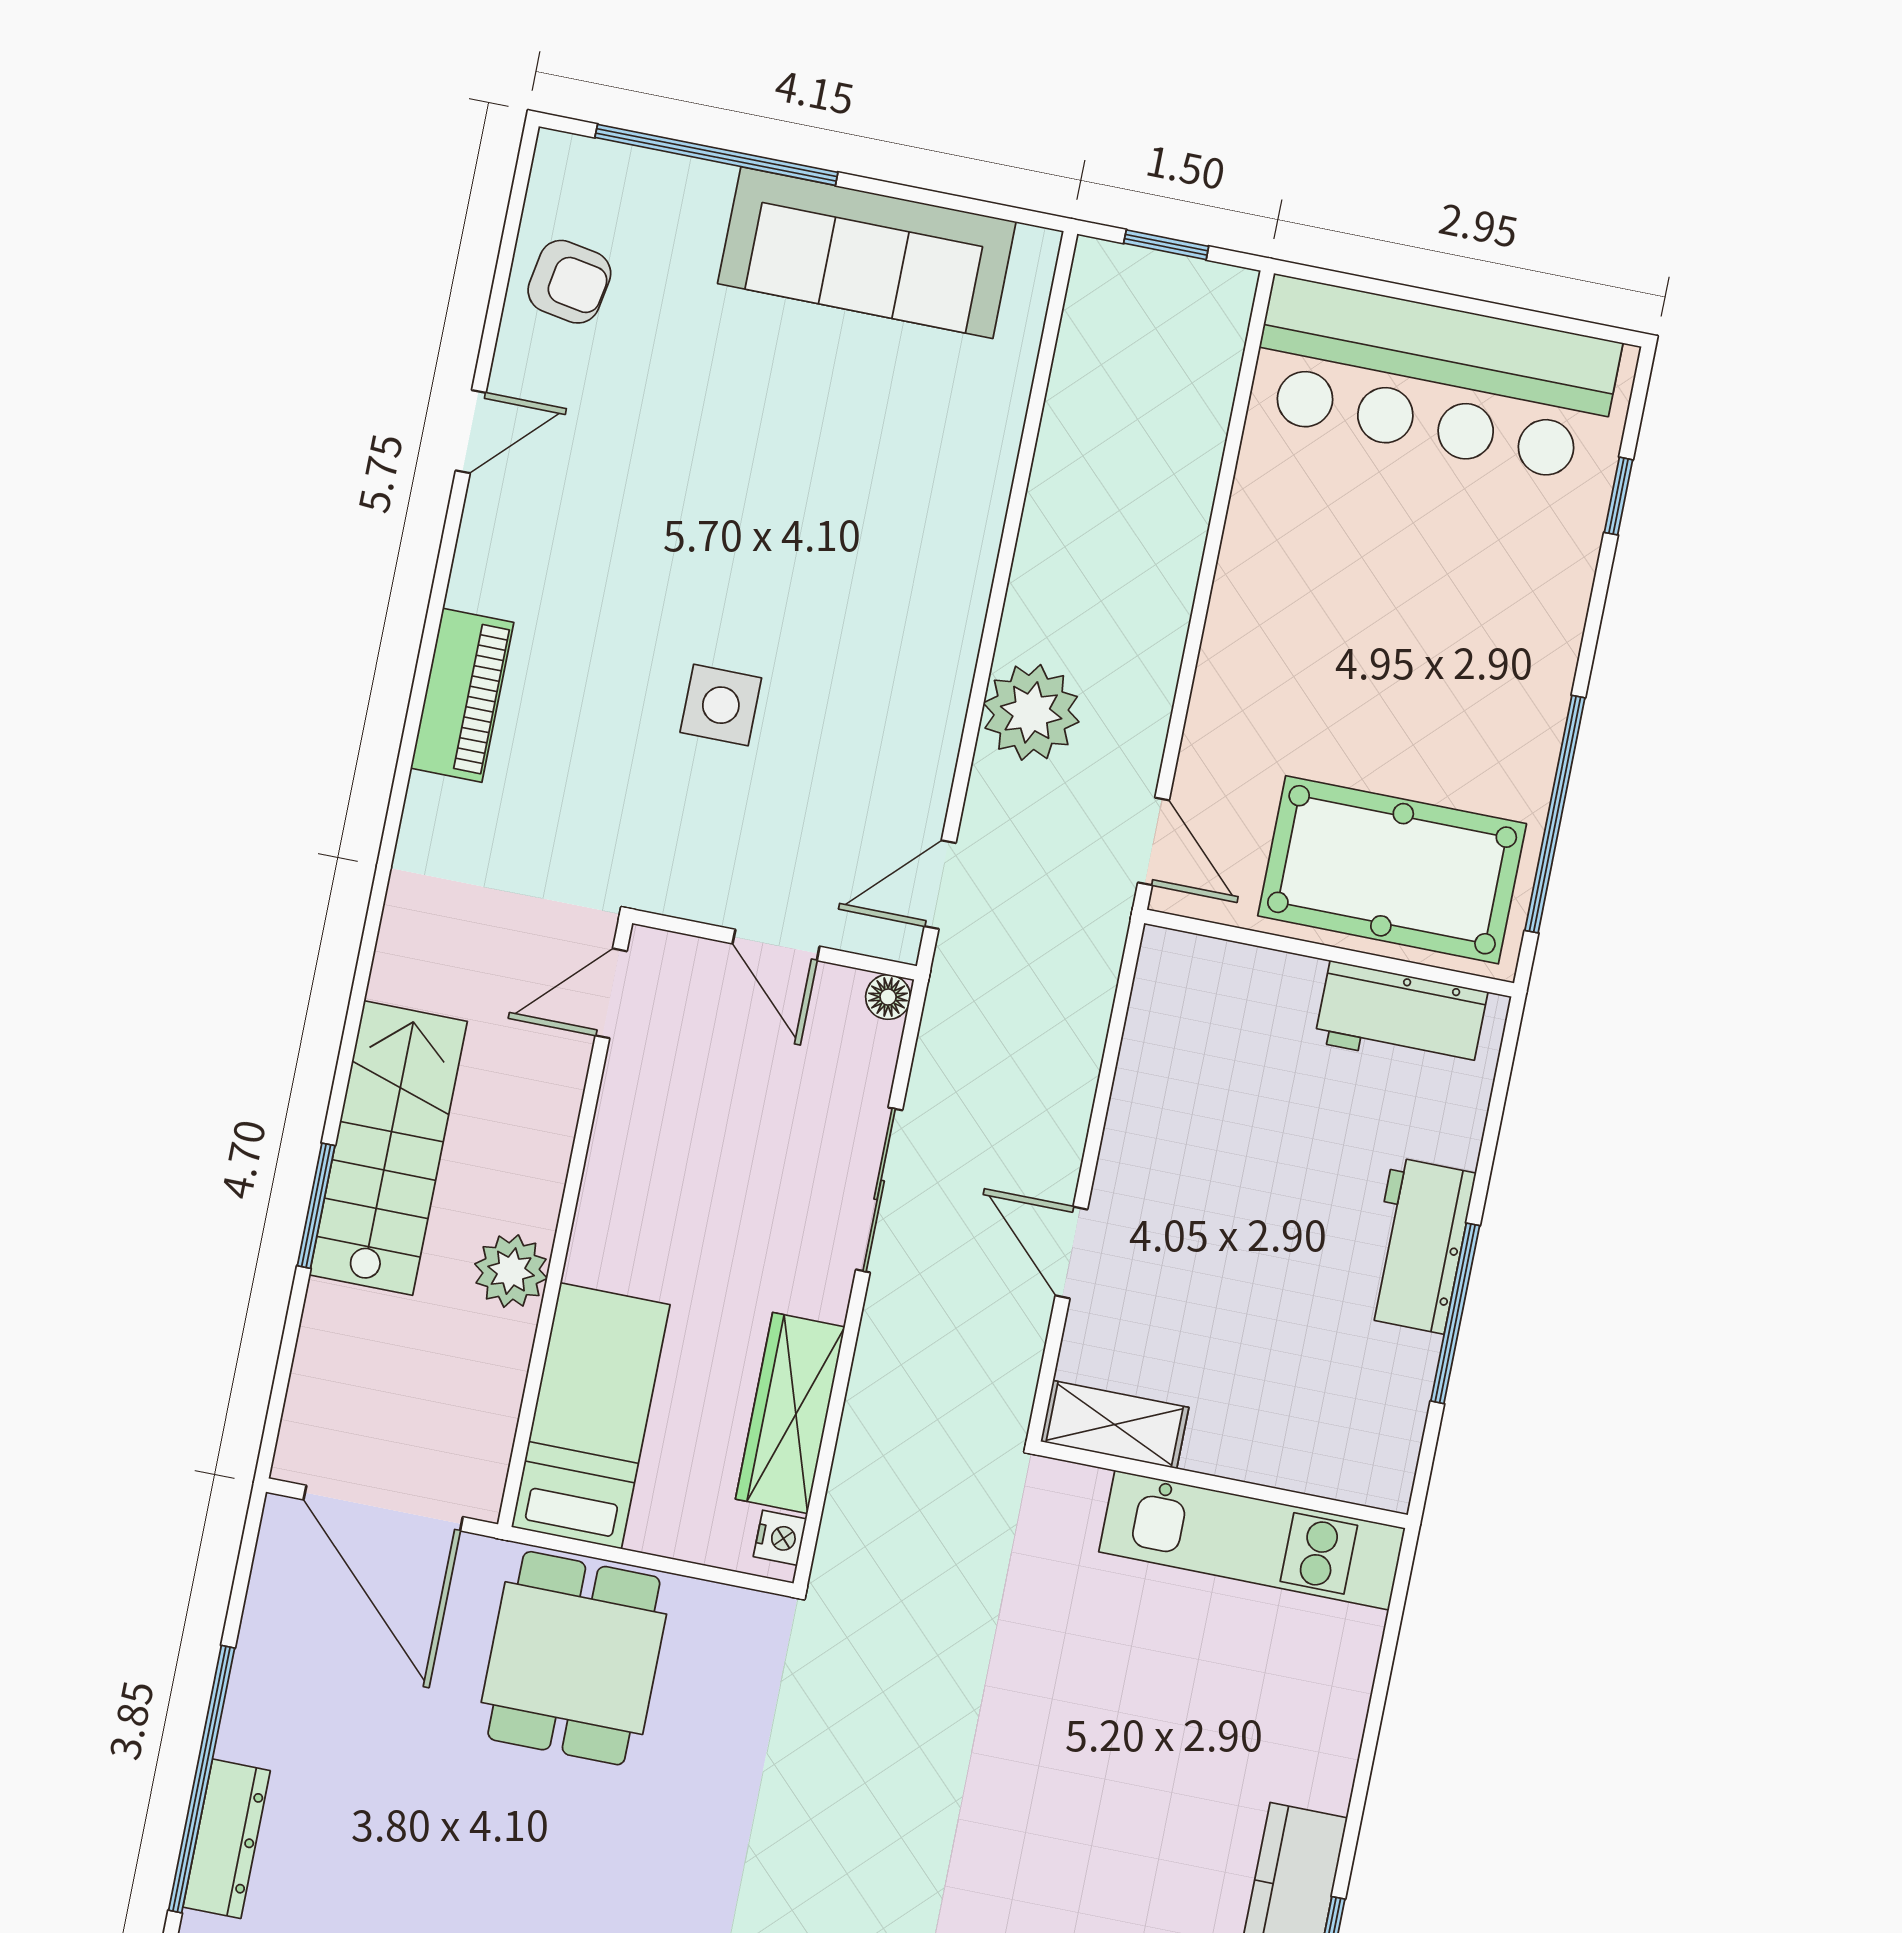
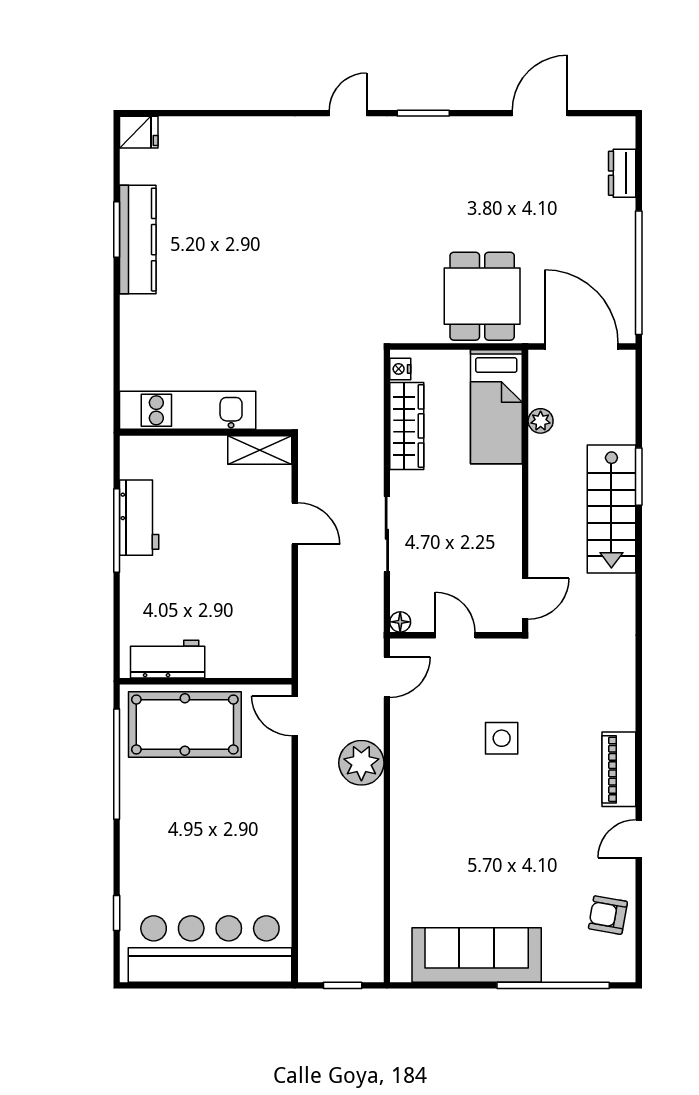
piano: (462, 695) -> (619, 769), moved
workbench: (1419, 1245) -> (139, 518), moved
plant: (511, 1271) -> (541, 421), moved, width x0.73, depth x0.73
window: (202, 1779) -> (639, 273), moved
dresser: (227, 1839) -> (622, 173), width x0.70

